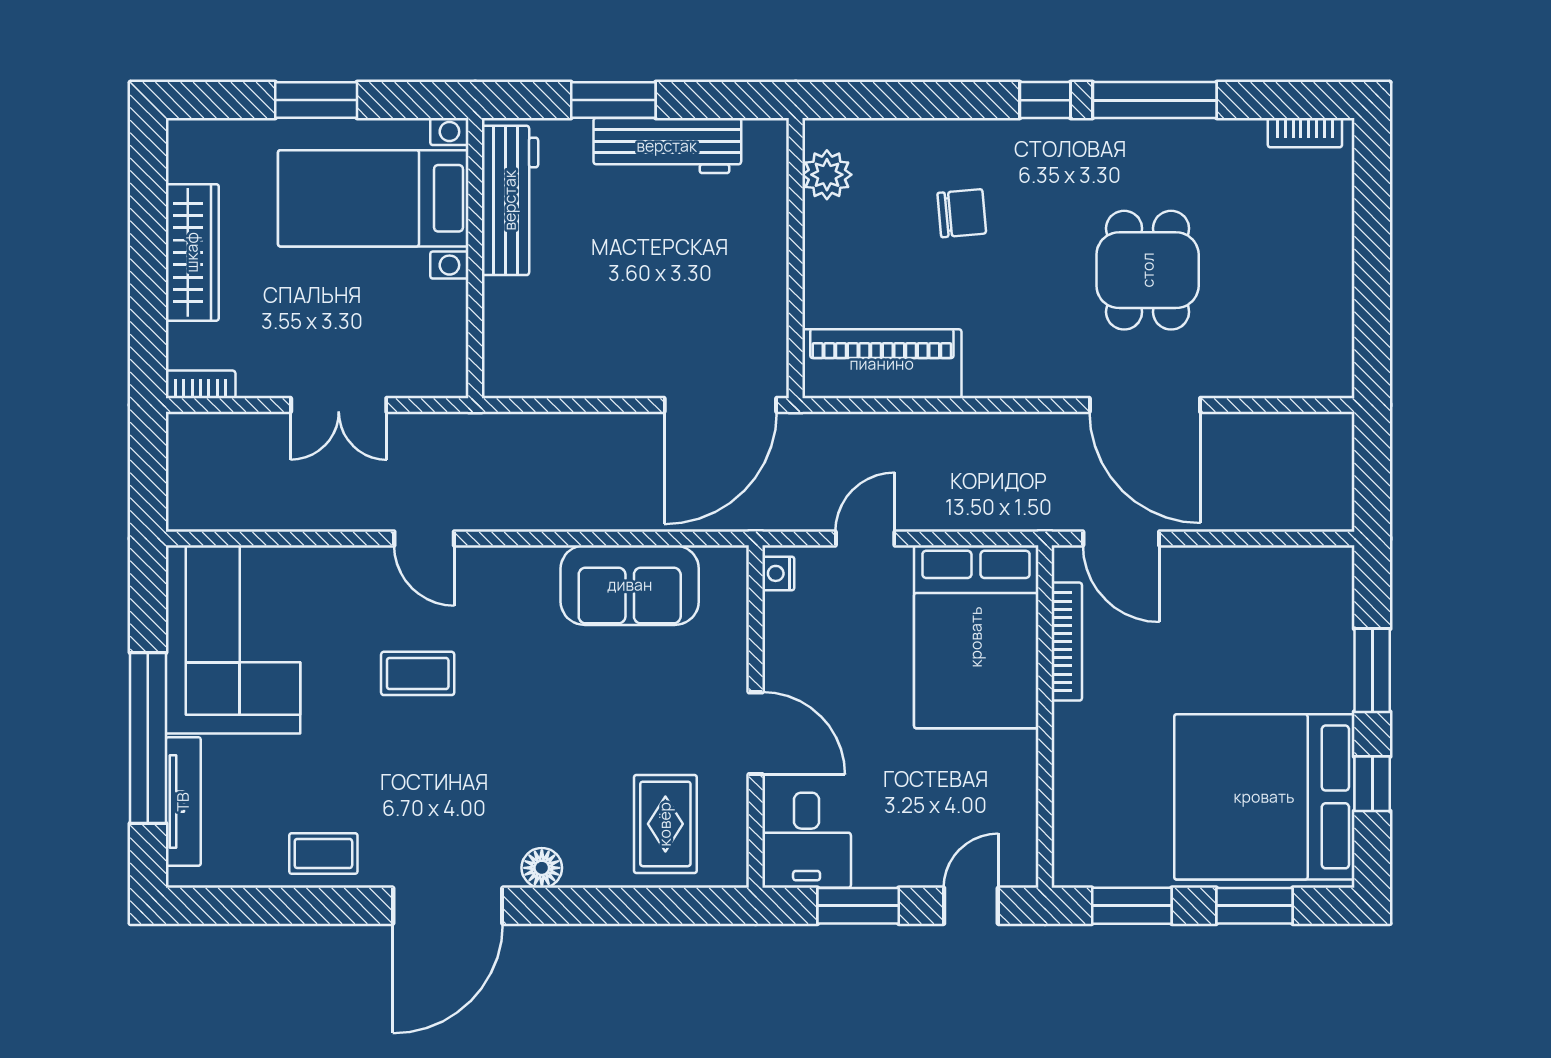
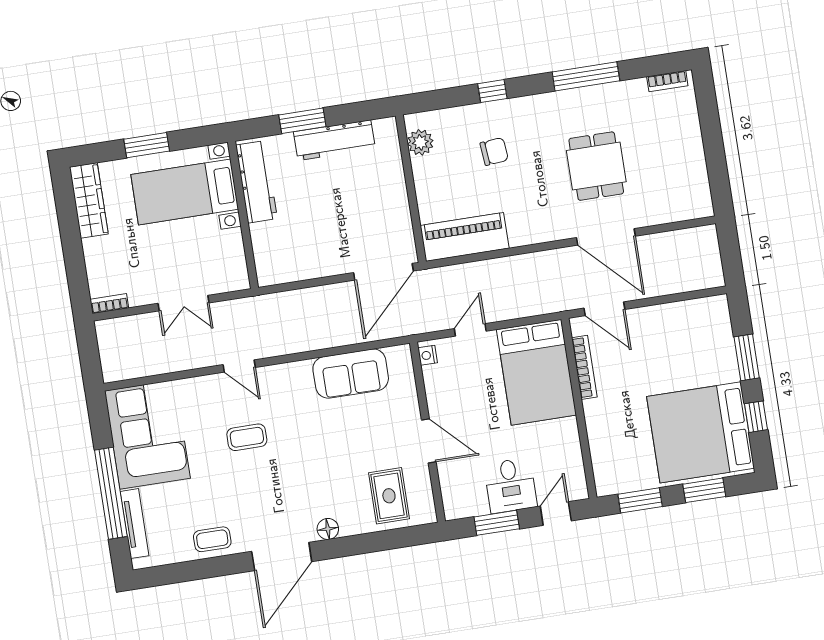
window: (1045, 100) -> (492, 91), moved
wardrobe: (192, 252) -> (89, 200), moved
desk: (807, 840) -> (510, 485), moved

